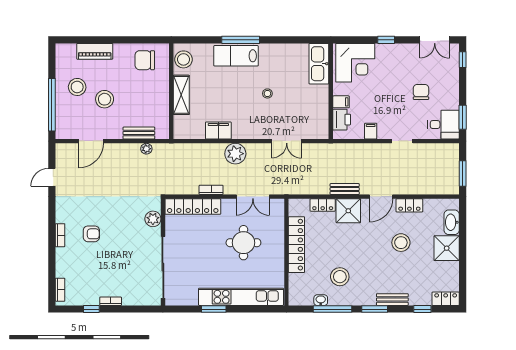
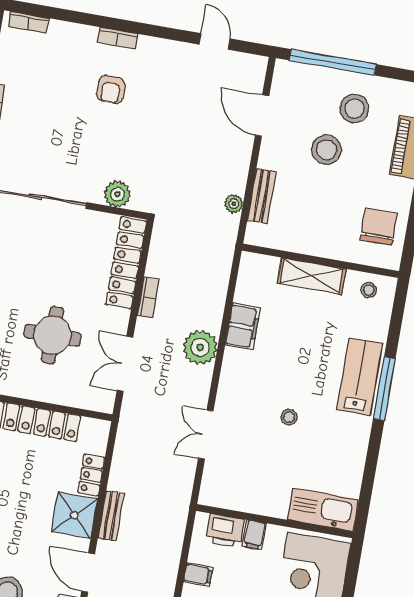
stool: (183, 59) -> (369, 290), width x0.53, depth x0.53

